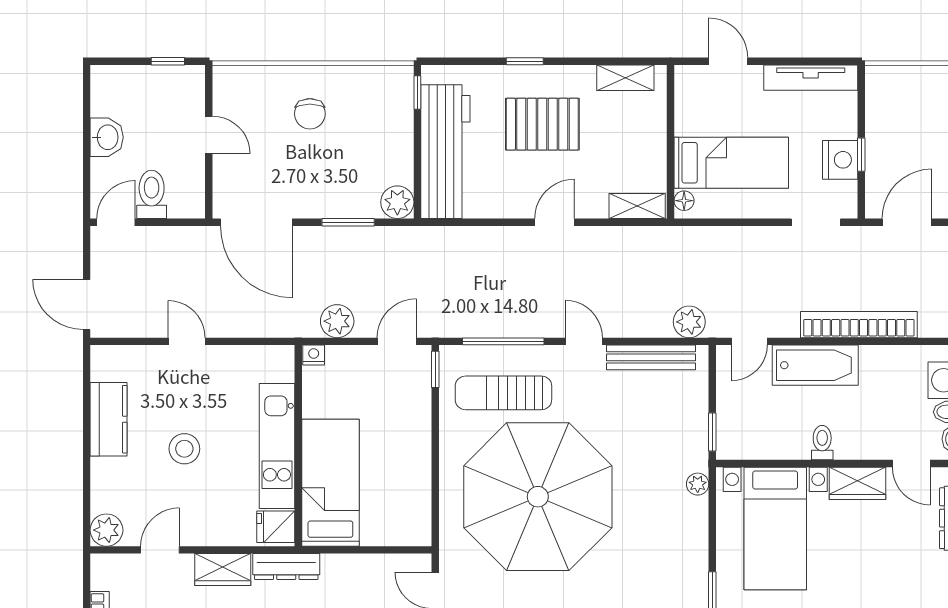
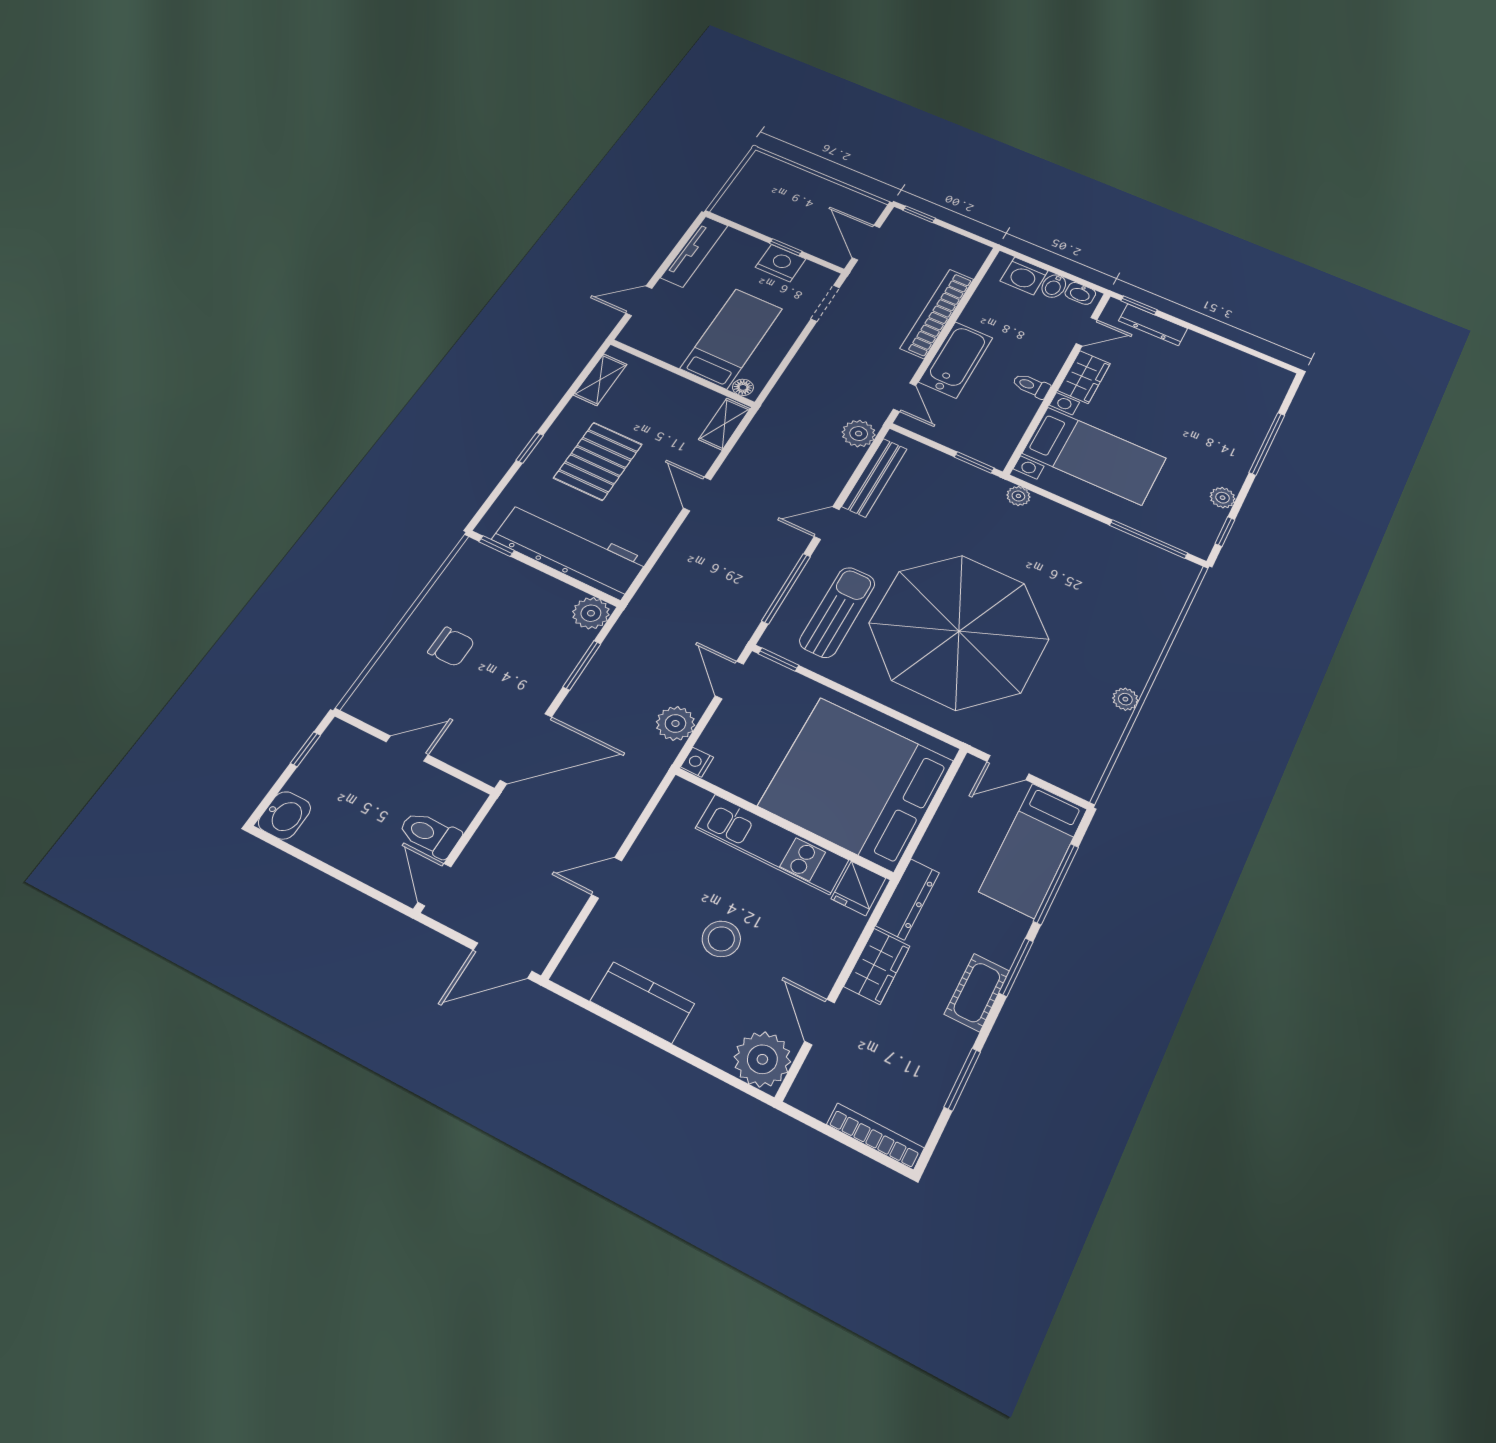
washbasin: (107, 137) -> (284, 815), moved, turned 90
sun lounger: (503, 393) -> (837, 612), turned 180
bed: (330, 483) -> (856, 783), width x2.04
plant: (106, 530) -> (762, 1059), width x1.36, depth x1.36

